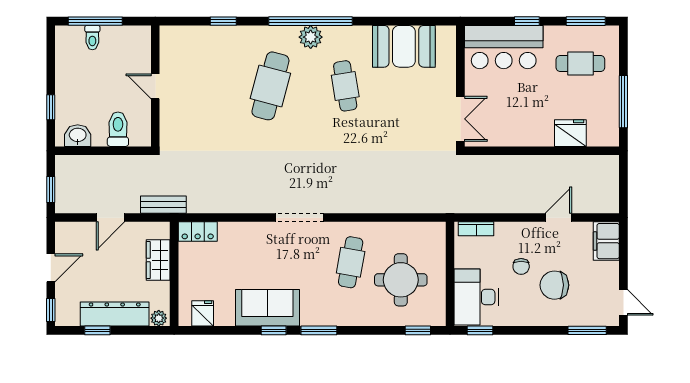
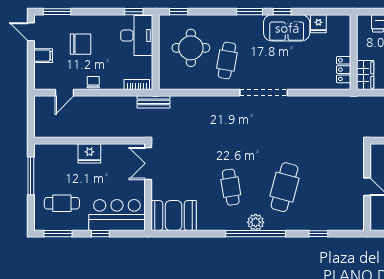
booth: (404, 46) -> (174, 216), moved
fridge: (570, 133) -> (89, 153), moved
bench: (163, 205) -> (153, 102), moved
doorway: (299, 218) -> (264, 93), width x1.36
door: (558, 218) -> (65, 93), moved
locker: (198, 232) -> (344, 70), moved, turned -90
filing cabinet: (606, 241) -> (43, 56), moved, width x0.50
wardrobe: (158, 260) -> (365, 75), moved
chair: (521, 266) -> (93, 82), moved
fridge: (203, 313) -> (318, 24), moved
plant: (159, 318) -> (365, 20), removed

